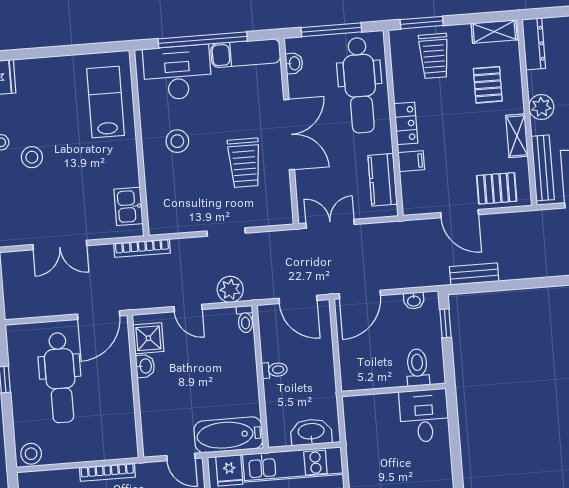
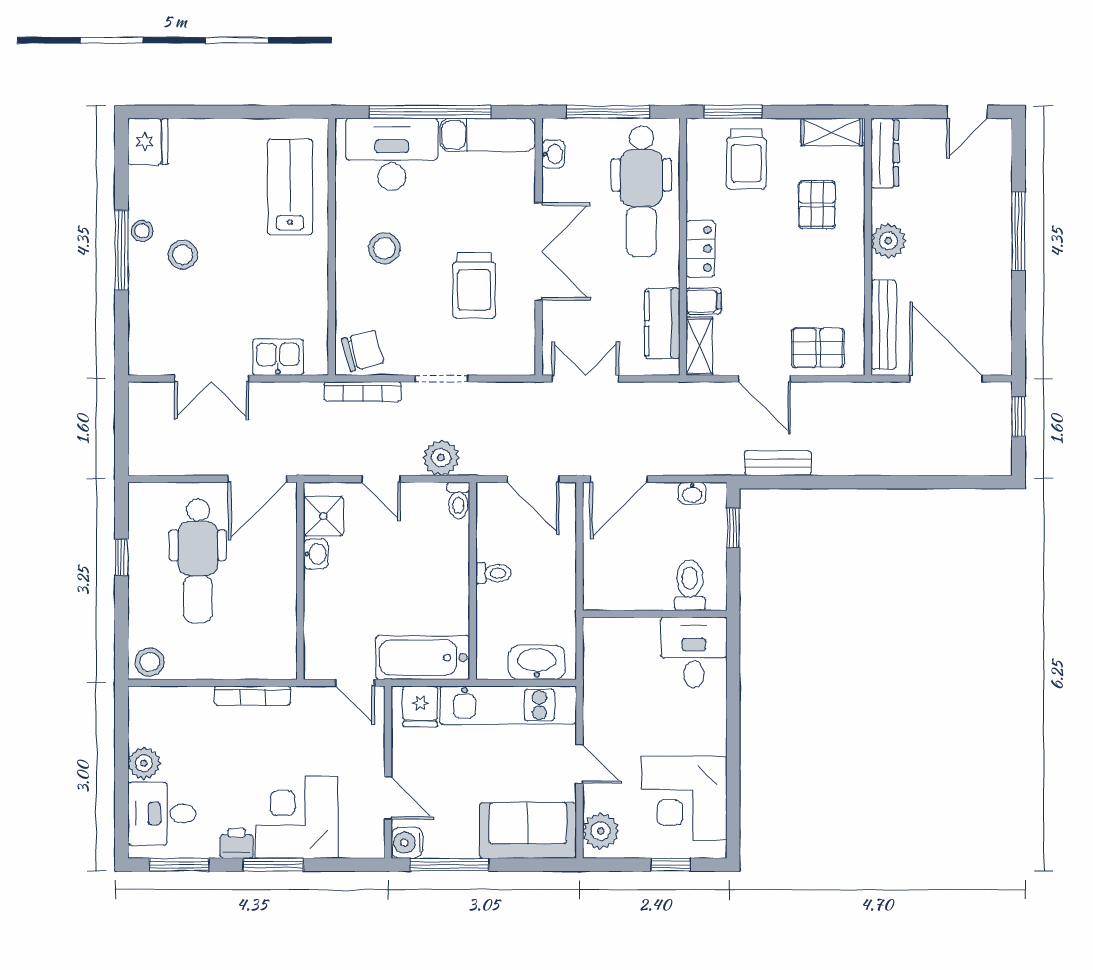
shelving: (517, 136) -> (699, 346), moved
kitchen sink: (128, 206) -> (278, 357), moved, turned 90
chair: (168, 216) -> (363, 351), added
bookcase: (142, 248) -> (363, 392), moved

